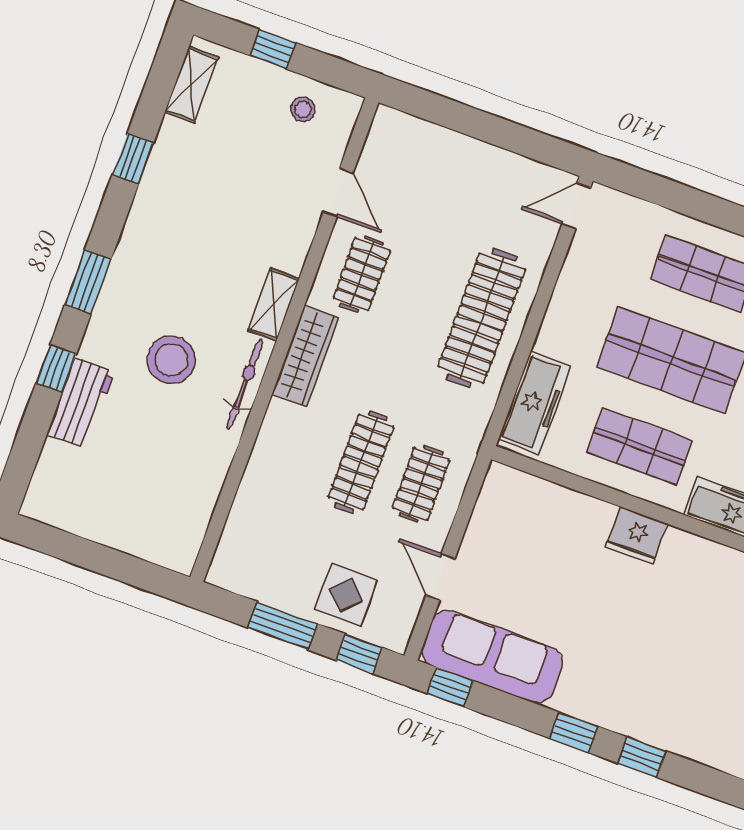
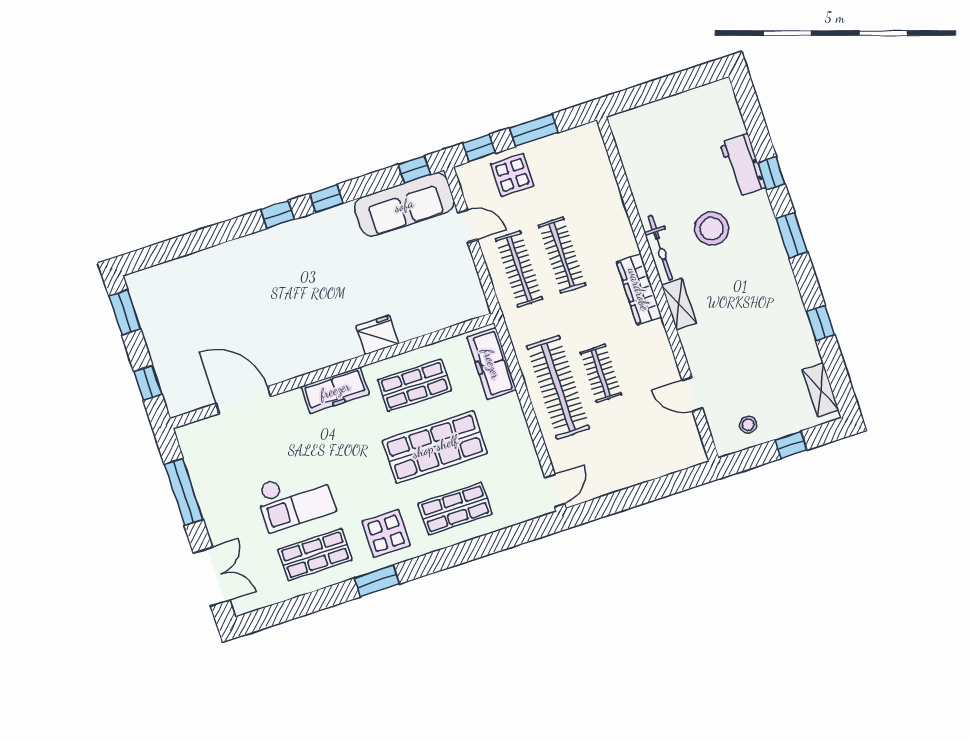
clothes rail: (362, 274) -> (601, 373), moved
clothes rail: (421, 484) -> (519, 269), width x1.36

